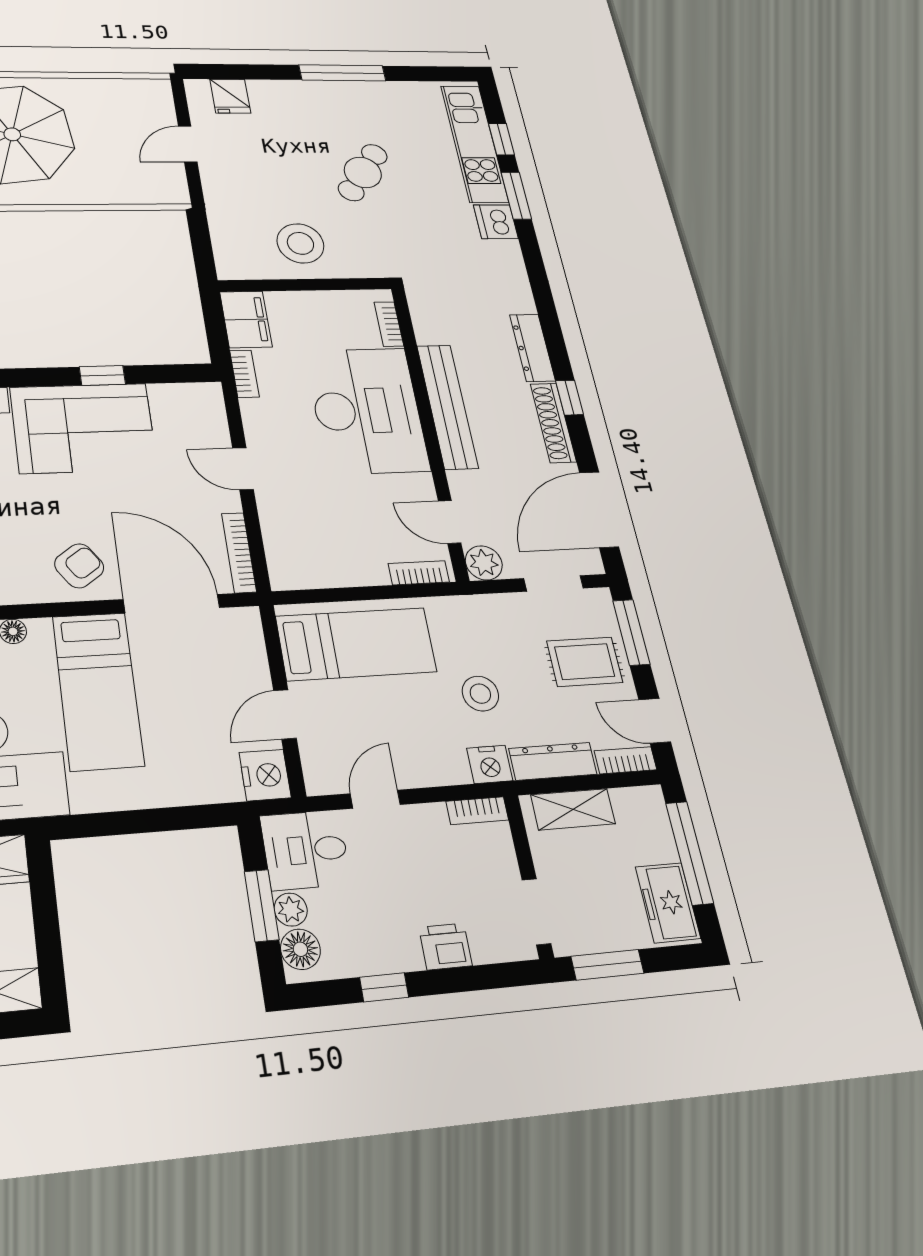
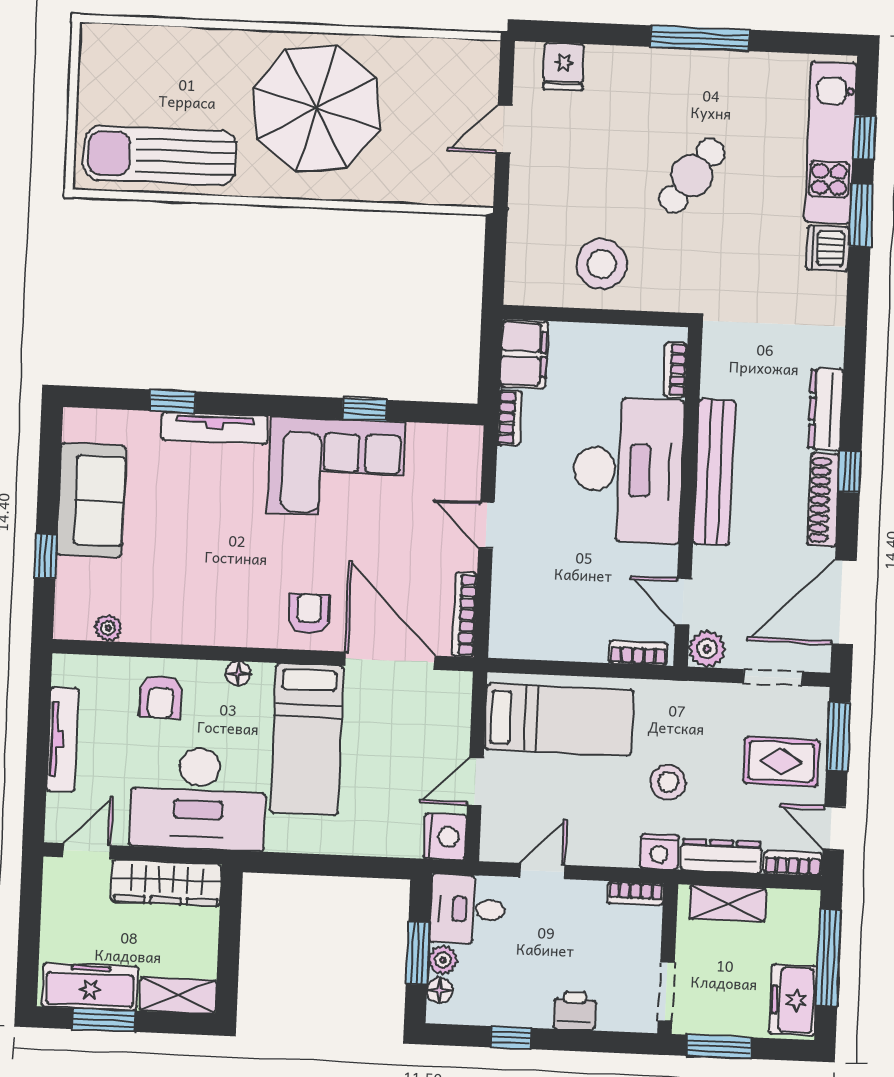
armchair: (79, 566) -> (309, 614), turned -55
floor lamp: (300, 949) -> (440, 990), width x0.73, depth x0.73

